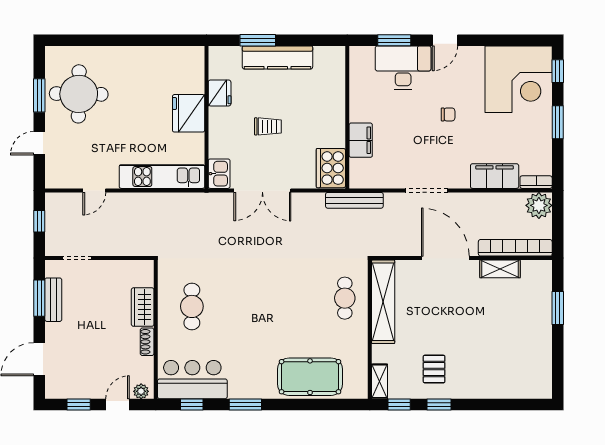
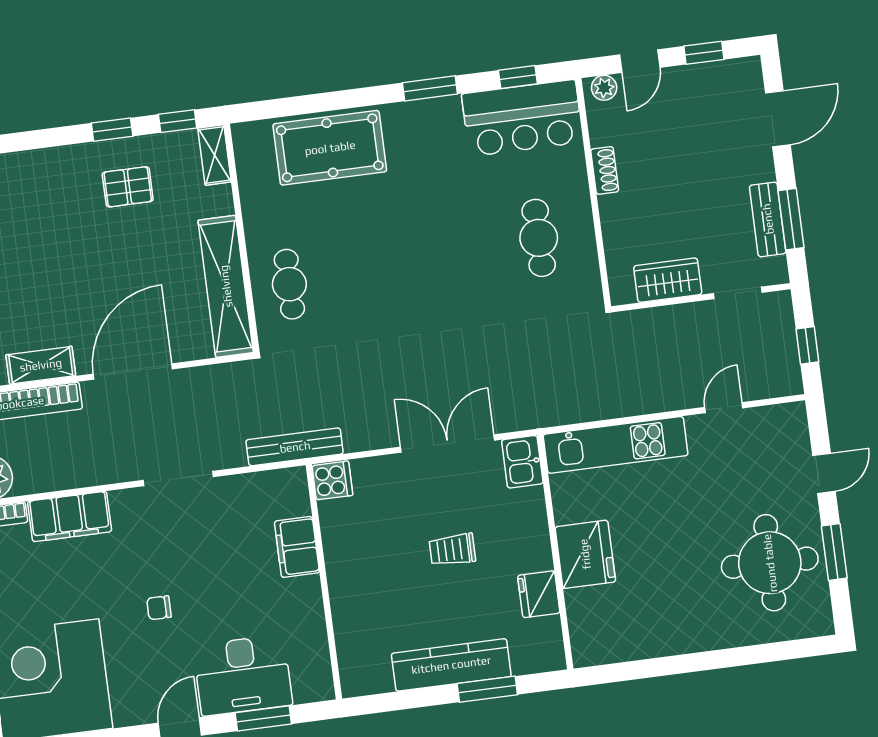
cooker: (331, 168) -> (332, 480), width x0.53, depth x0.76
door: (445, 258) -> (133, 372), swing flipped
wardrobe: (143, 307) -> (668, 280), moved, turned -90
pallet: (434, 369) -> (128, 187), turned 90

